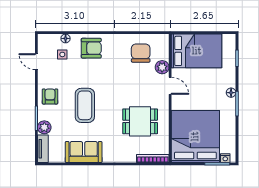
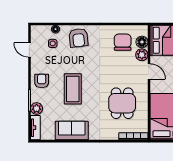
armchair: (91, 48) -> (78, 38), turned 84
floor lamp: (162, 53) -> (142, 42), added
dining table: (140, 121) -> (122, 103), turned 90

